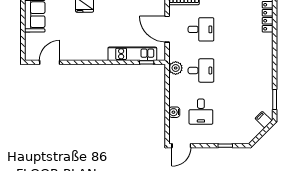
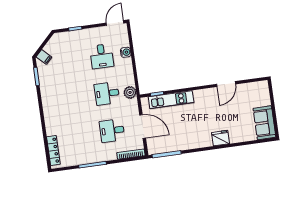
door: (50, 62) -> (226, 84), moved
desk: (201, 112) -> (102, 56), turned 180

